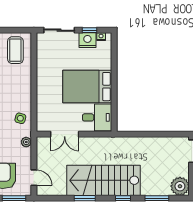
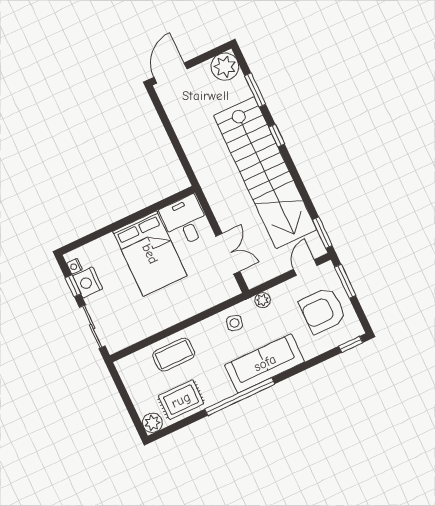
coffee table: (15, 50) -> (174, 355), moved
stairs: (103, 180) -> (265, 173), width x1.36
window: (85, 198) -> (322, 233), moved

